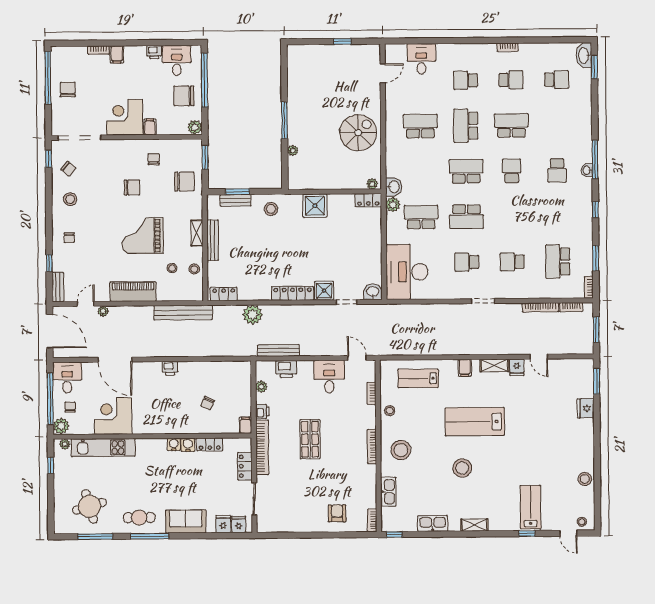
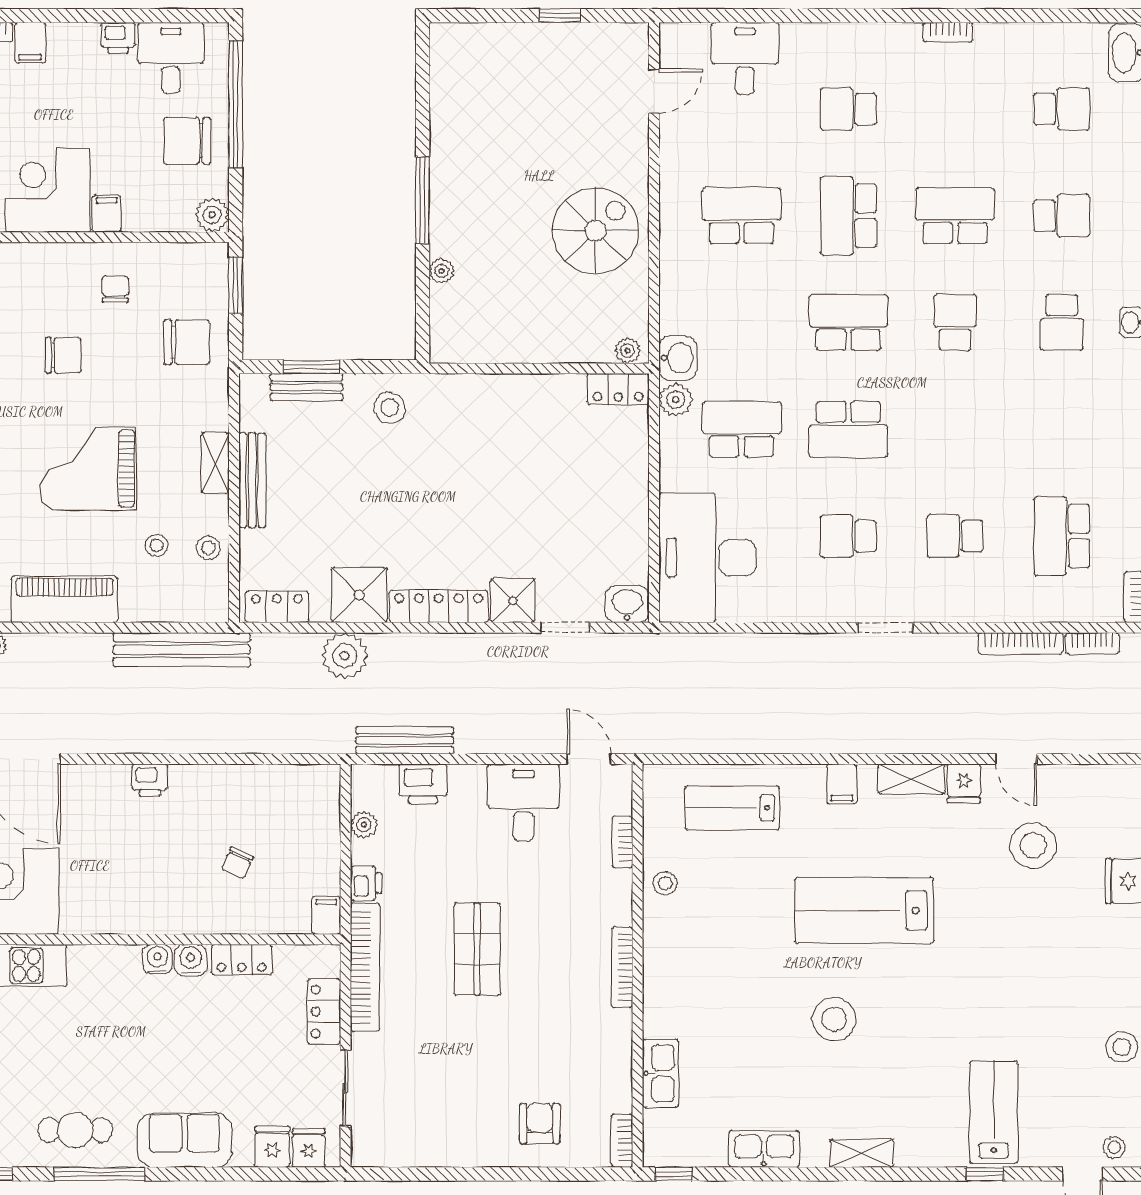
school desk: (511, 80) -> (1062, 216), moved
shower: (315, 206) -> (359, 595), moved
stool: (401, 450) -> (1033, 845), moved

